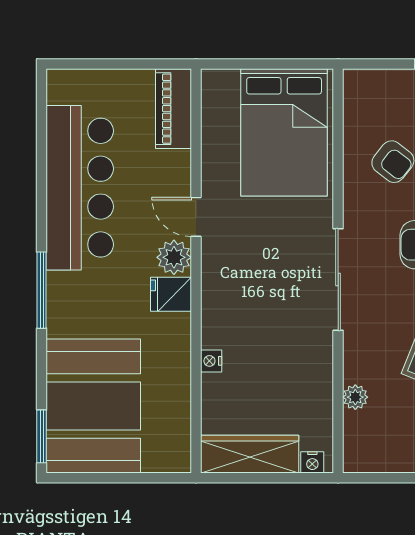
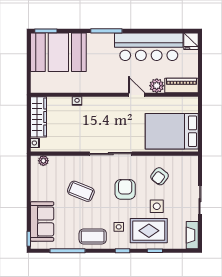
door: (196, 217) -> (137, 95), hinge flipped
plant: (174, 257) -> (157, 86), moved
fridge: (171, 294) -> (191, 41), moved, turned 180
plant: (355, 397) -> (43, 161), moved

